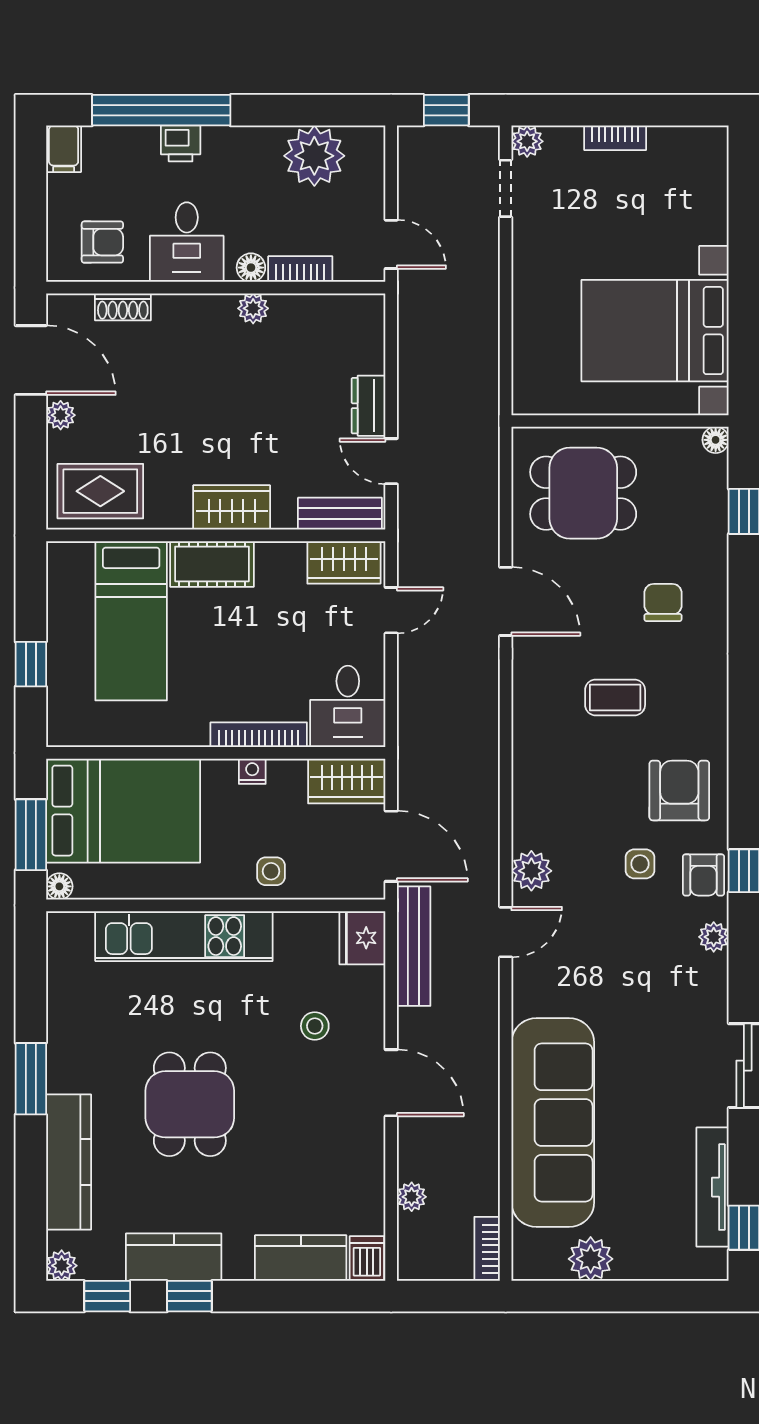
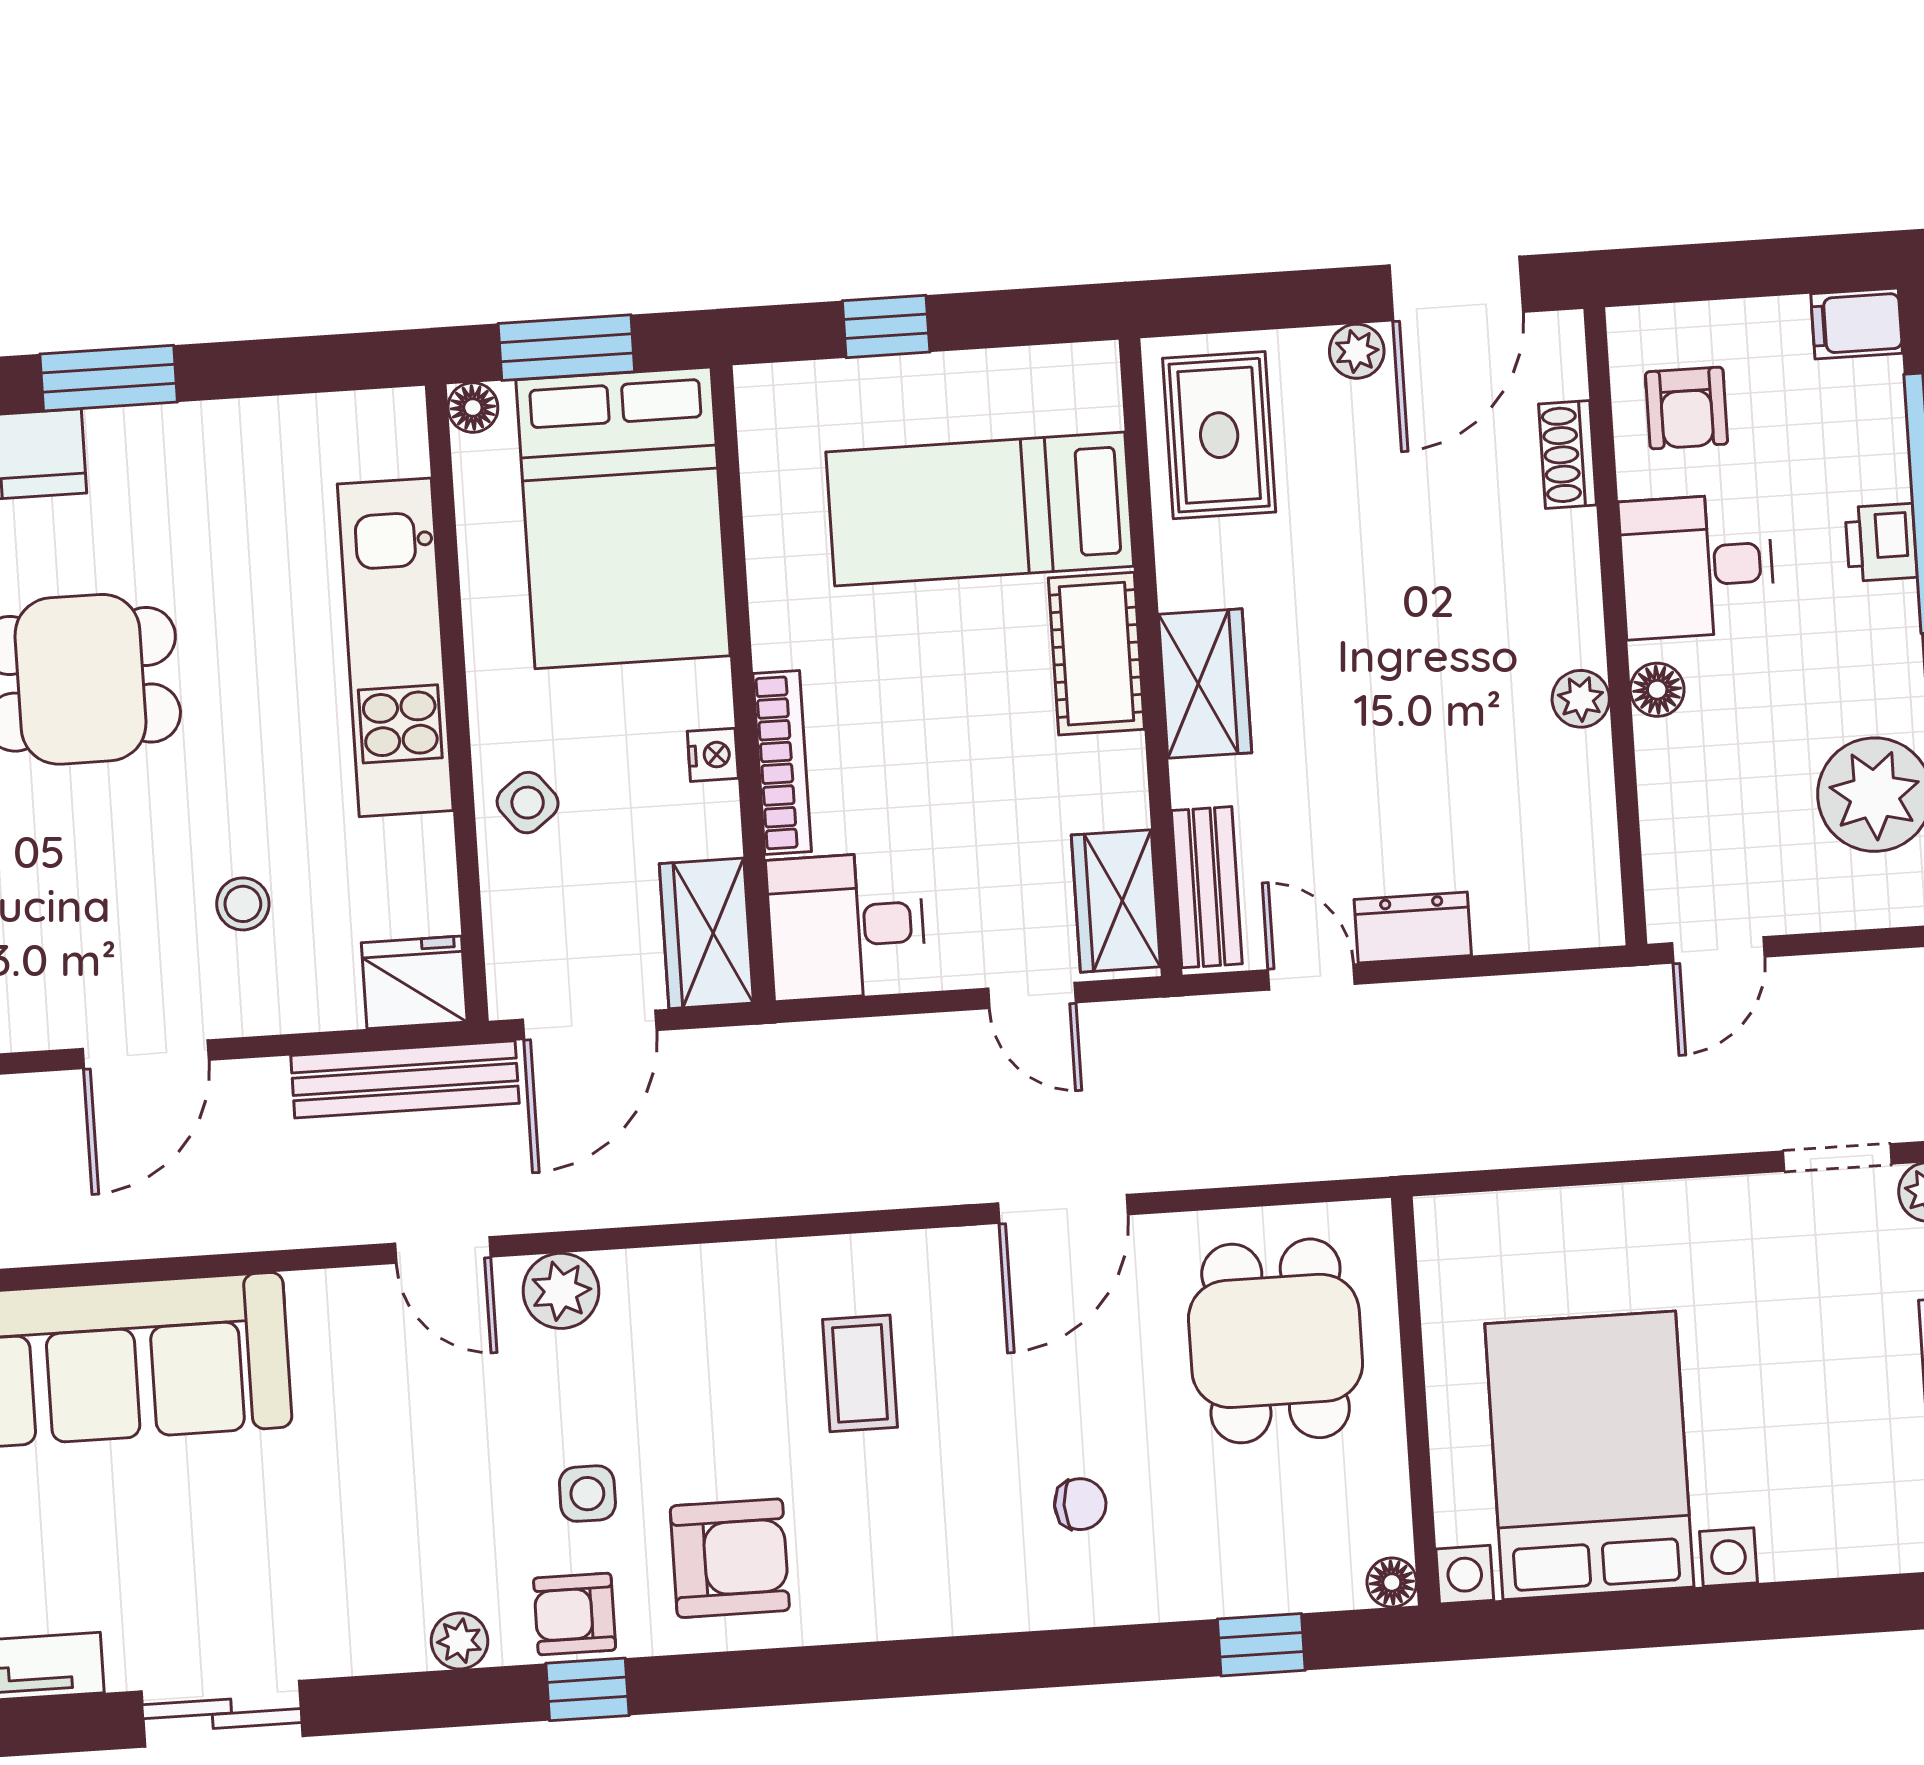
bookcase: (300, 269) -> (1661, 783), removed
door: (391, 461) -> (1311, 977), hinge flipped
chair: (663, 603) -> (1080, 1504), width x0.73, depth x0.73
coffee table: (615, 697) -> (860, 1373), moved
side table: (271, 871) -> (528, 803), turned -38

